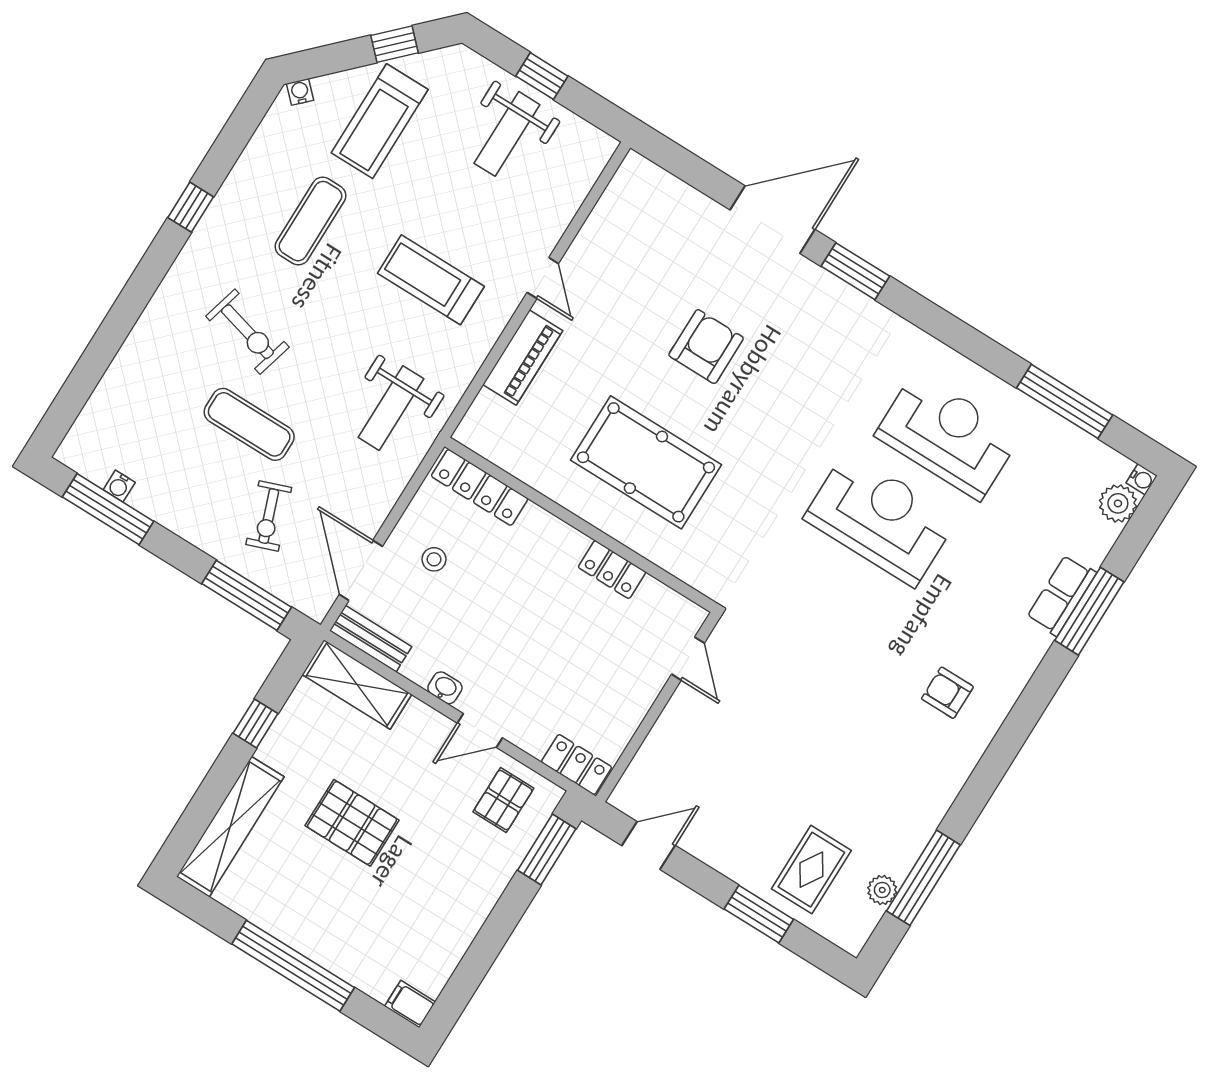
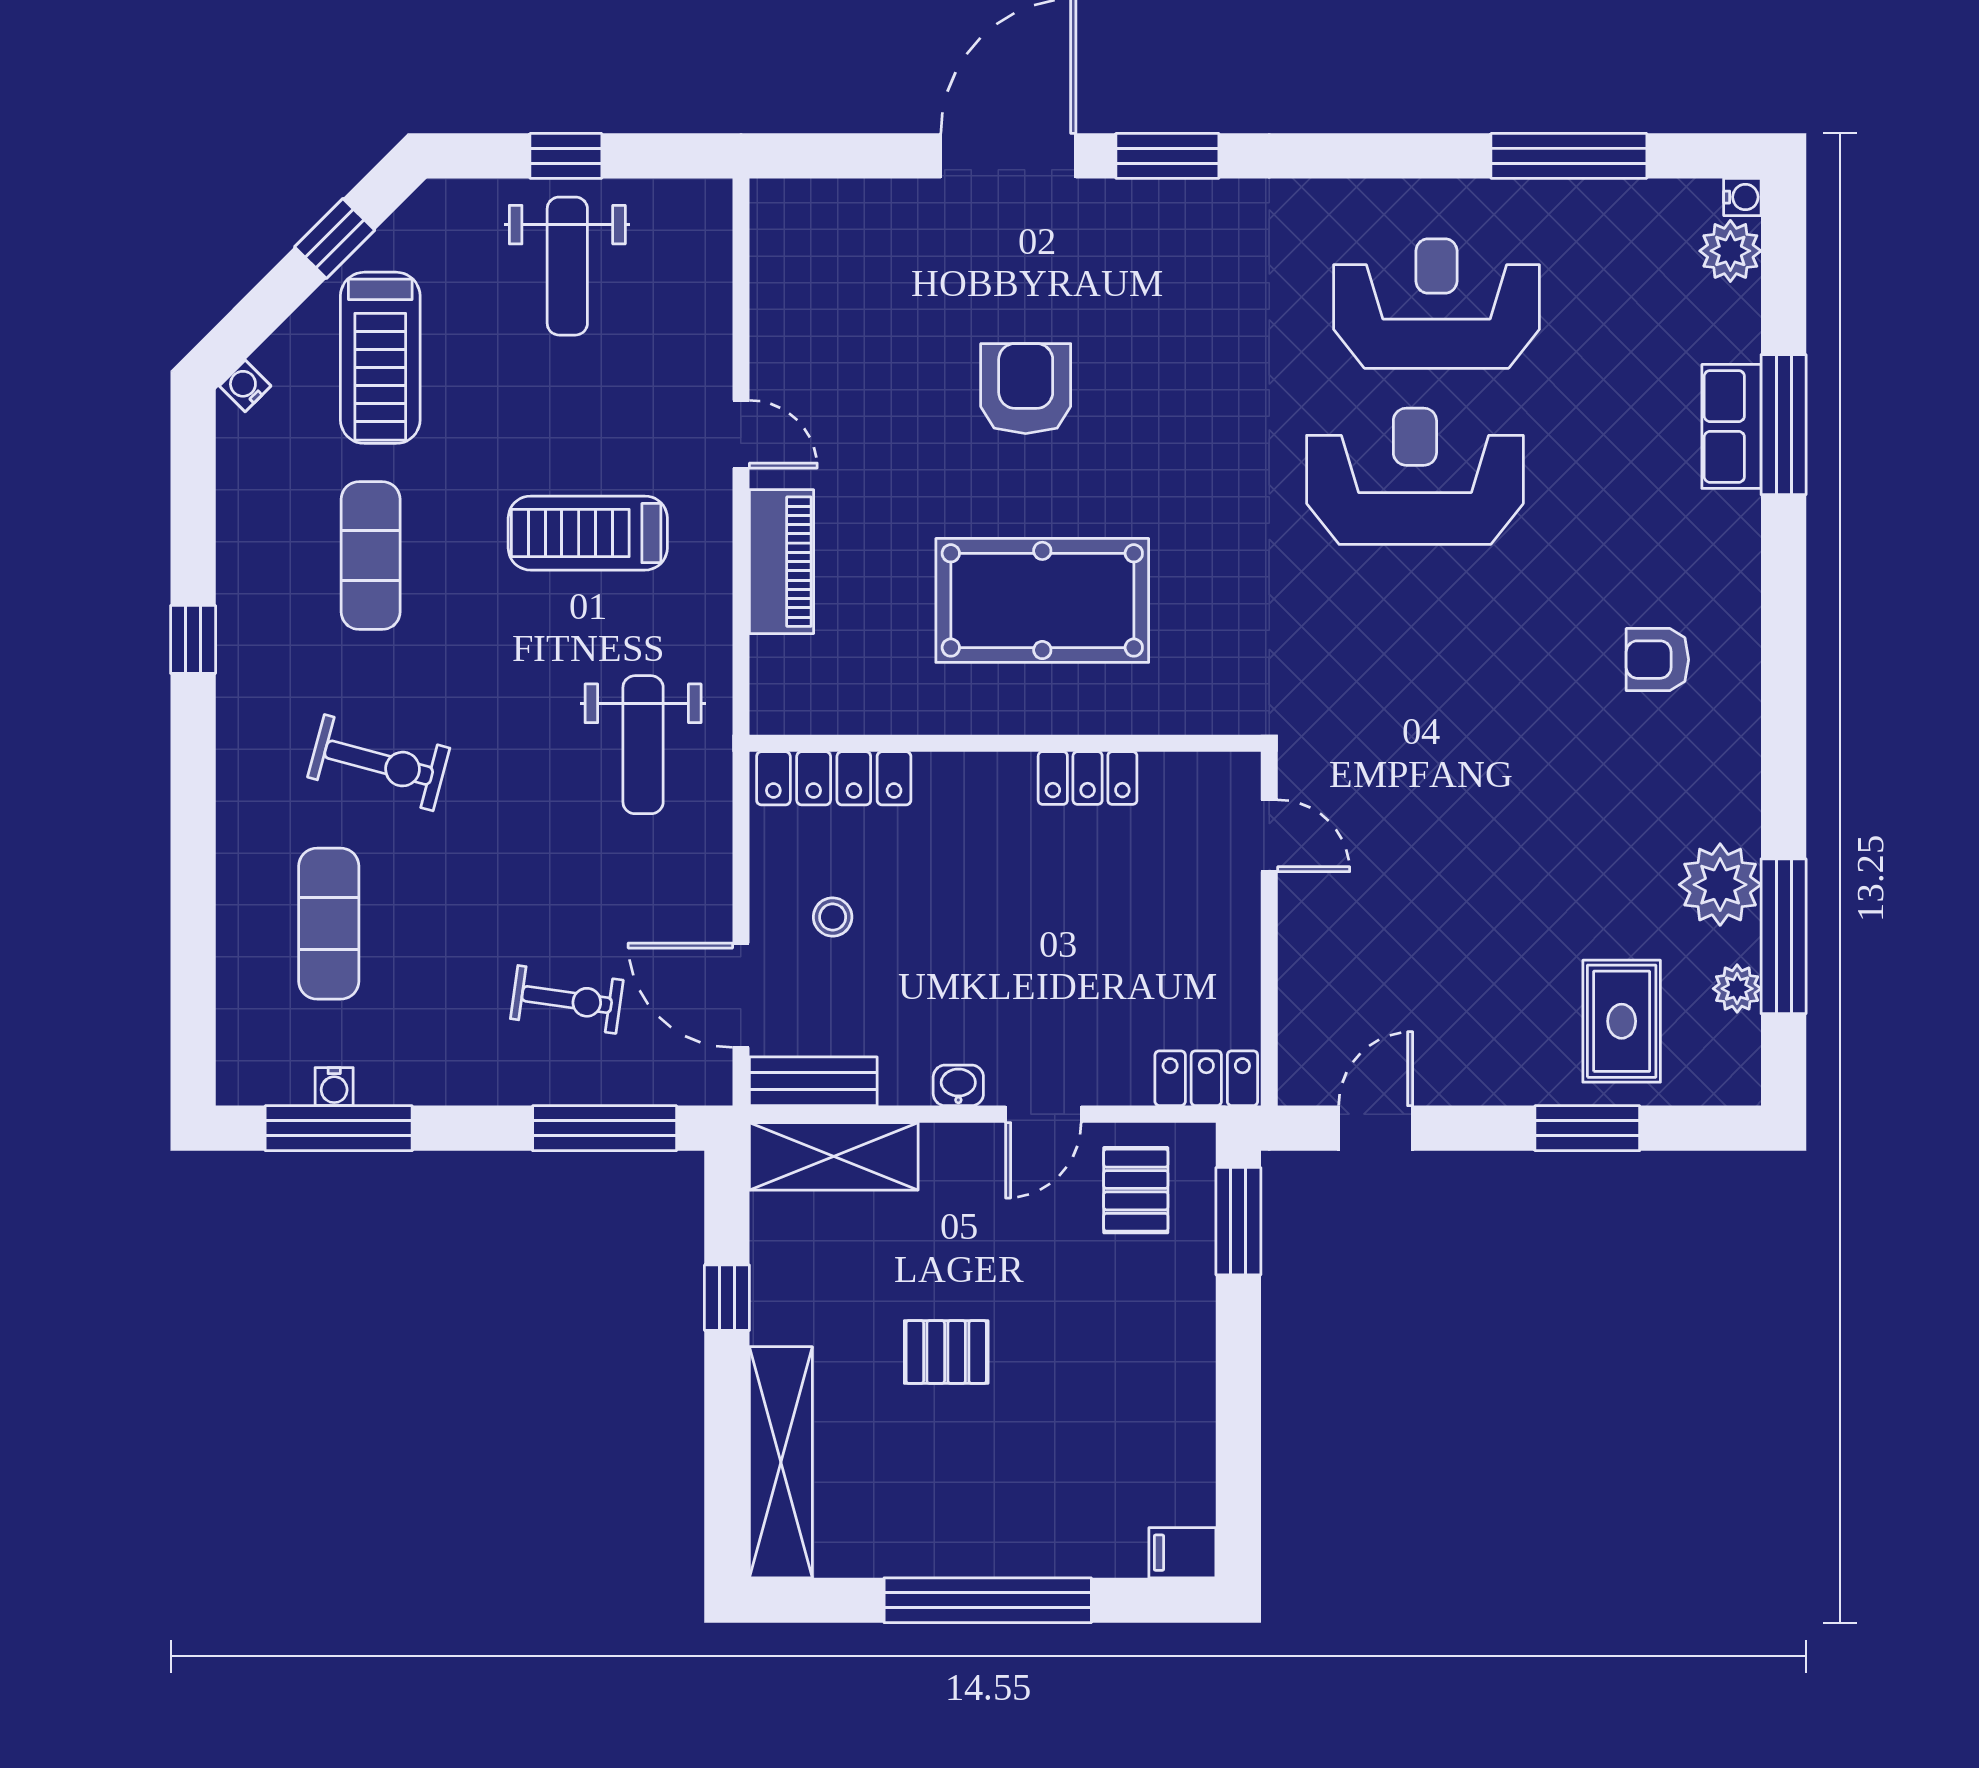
exercise mat: (249, 424) -> (329, 924), moved, turned 90
exercise bike: (269, 516) -> (567, 999), turned -62
pallet: (352, 823) -> (946, 1352), width x0.67, depth x0.71
plant: (907, 830) -> (1720, 885), added

